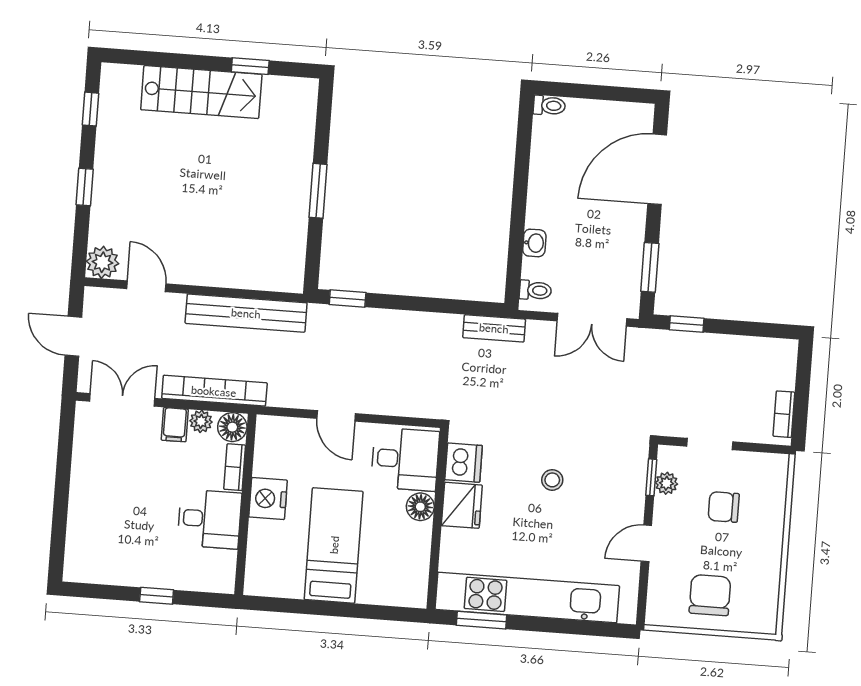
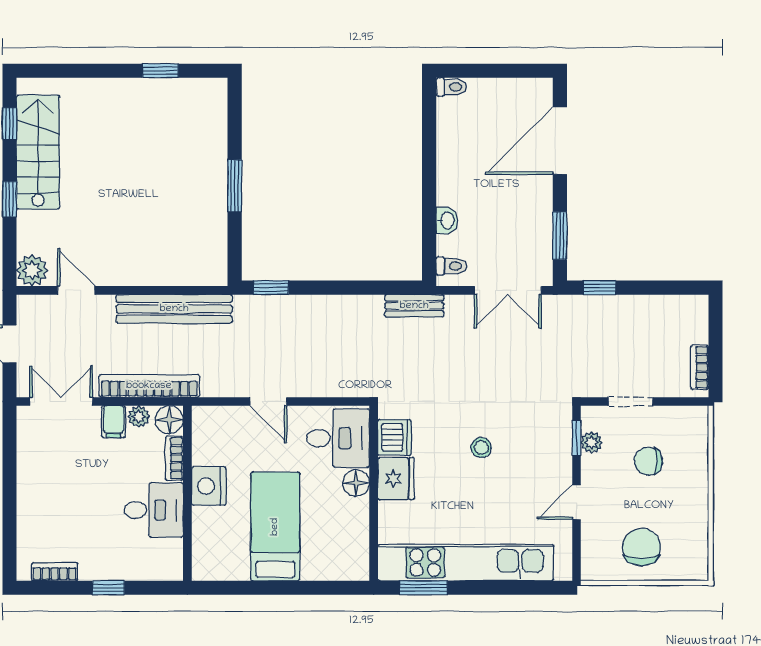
stairs: (201, 92) -> (38, 152), moved, turned -90
bookcase: (102, 575) -> (55, 572), added

